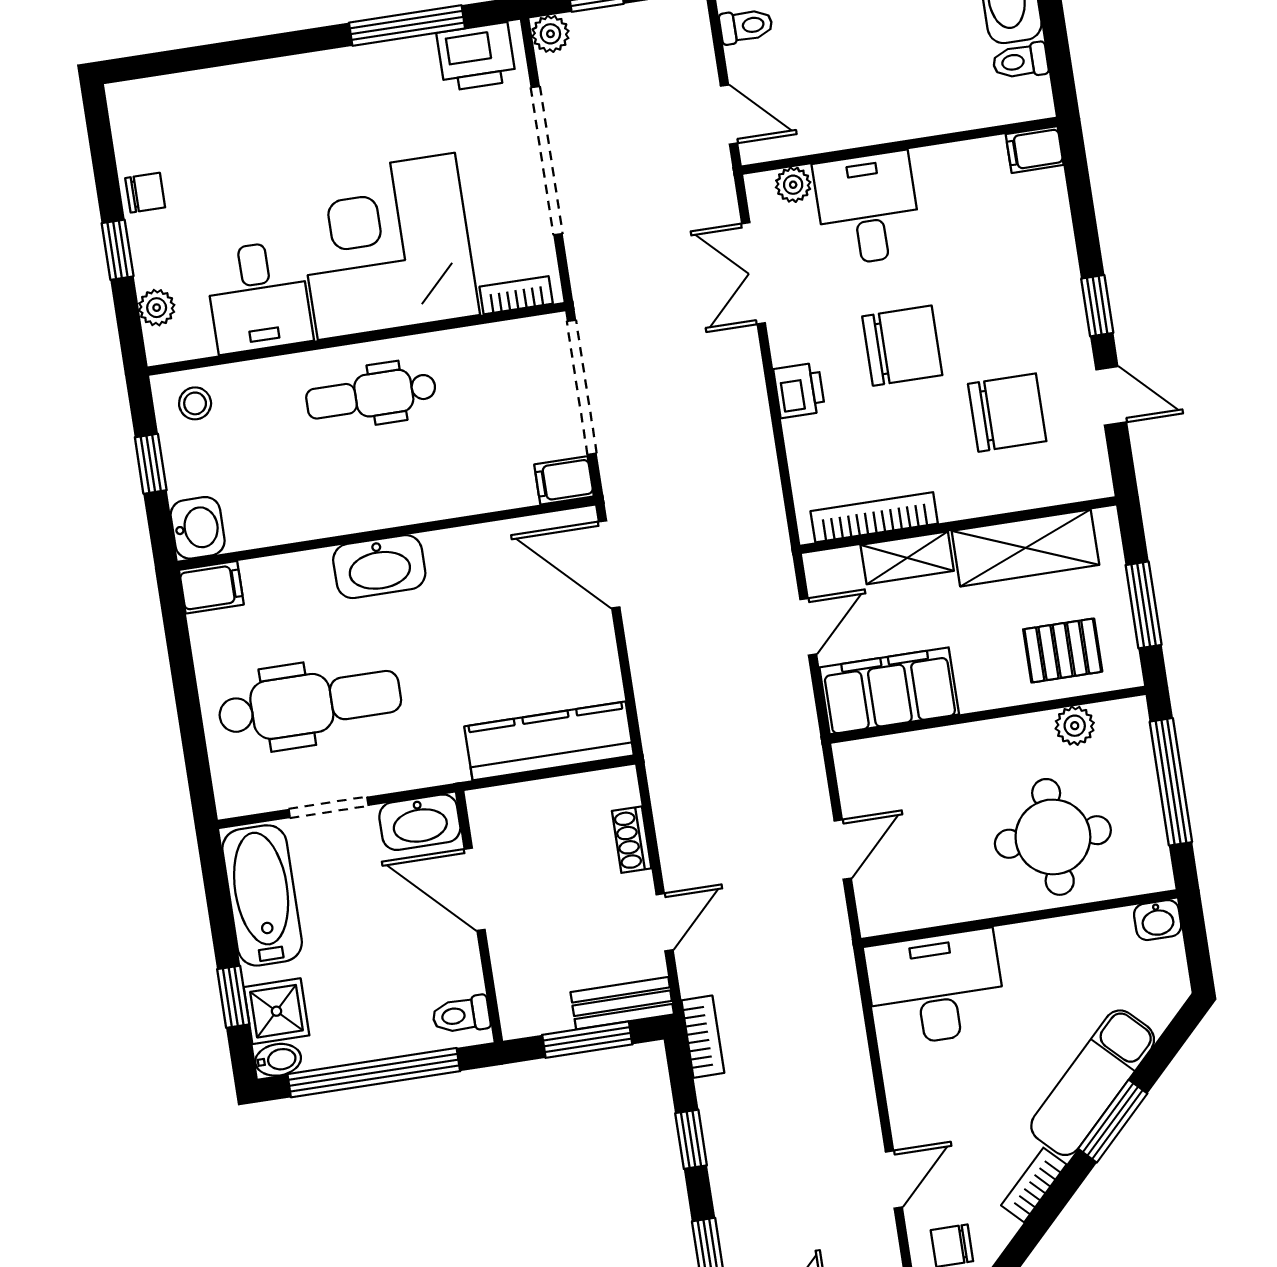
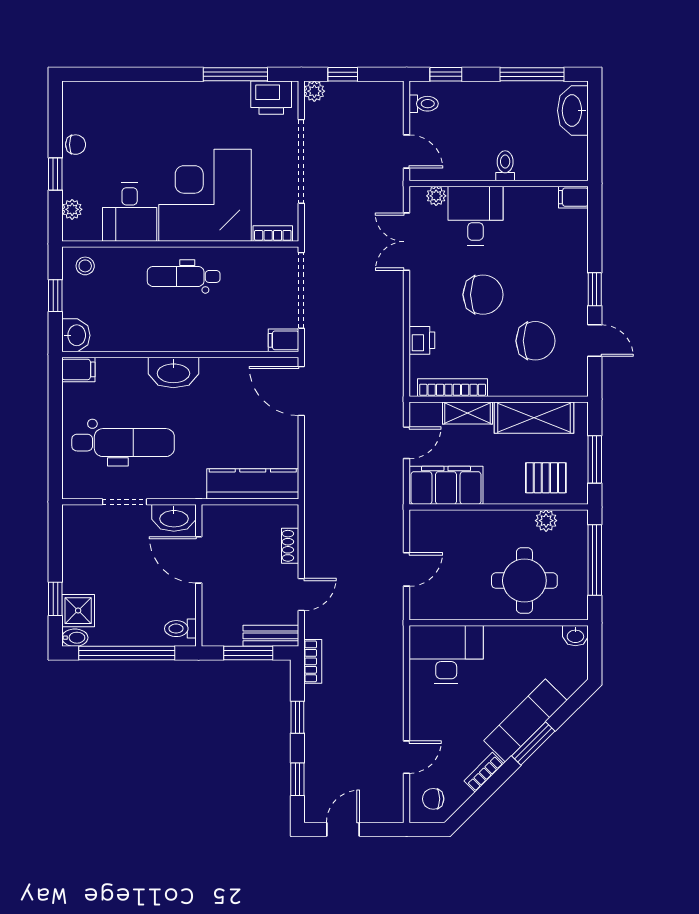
toilet: (1020, 61) -> (505, 166), moved, turned 90
printer: (799, 390) -> (422, 340), moved
bathtub: (262, 895) -> (80, 545), removed

